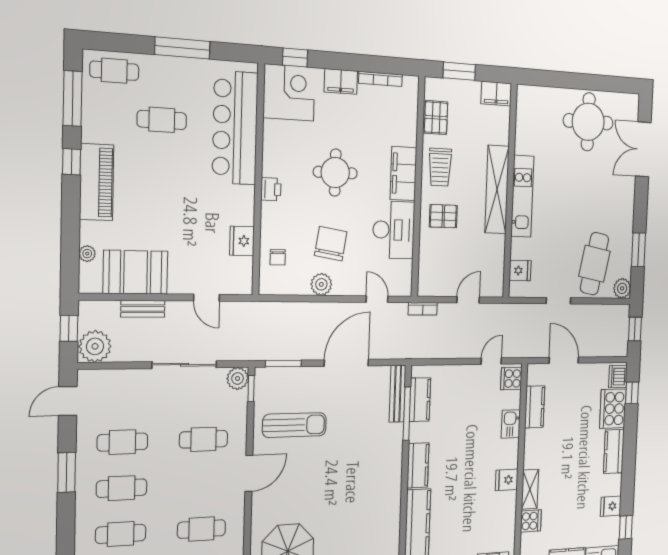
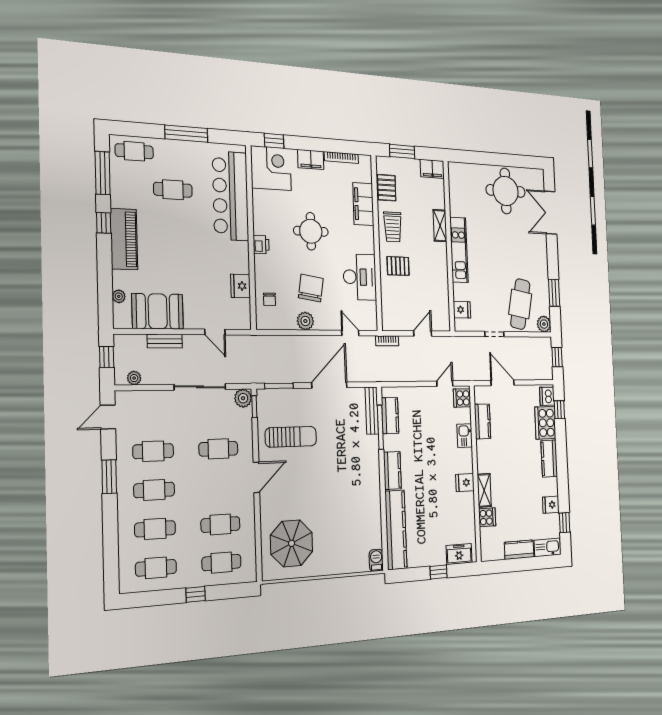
filing cabinet: (403, 173) -> (363, 204), moved
shelving: (497, 189) -> (440, 226), width x0.45, depth x0.75
plant: (95, 346) -> (134, 378), width x0.53, depth x0.53

